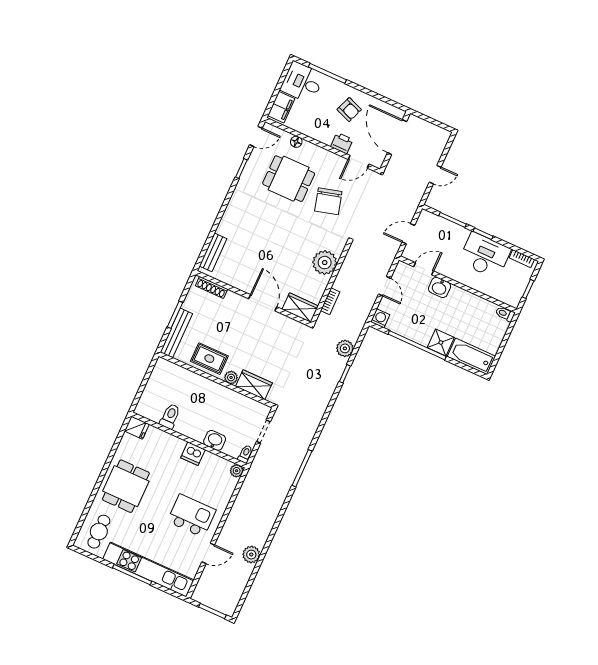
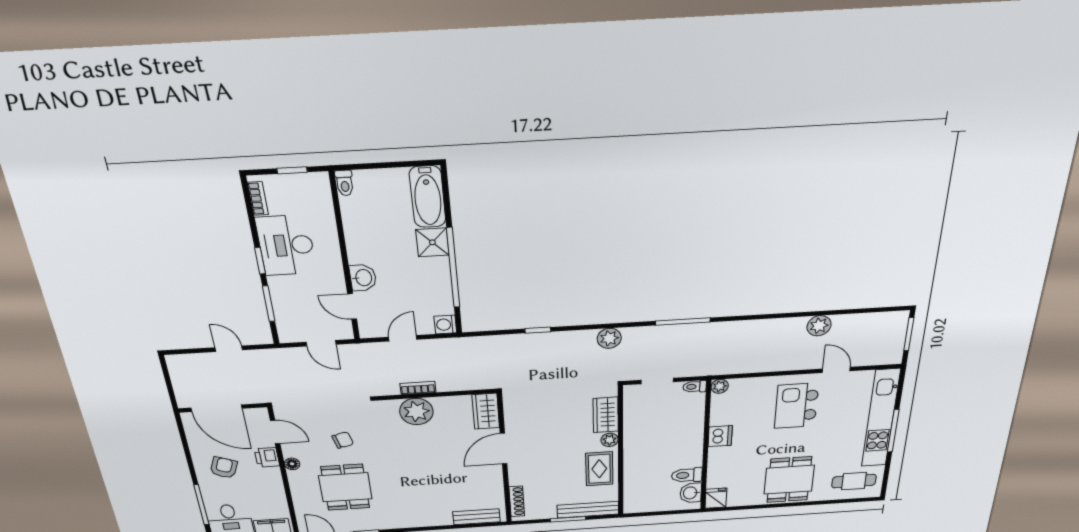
door: (397, 137) -> (216, 408), hinge flipped
floor lamp: (296, 142) -> (292, 464), moved
chair: (328, 201) -> (343, 440), width x0.54, depth x0.54
bookcase: (330, 301) -> (418, 388), moved
plant: (345, 348) -> (609, 338), moved
washbasin: (215, 440) -> (691, 493), moved
dining table: (126, 486) -> (789, 480), turned 90

